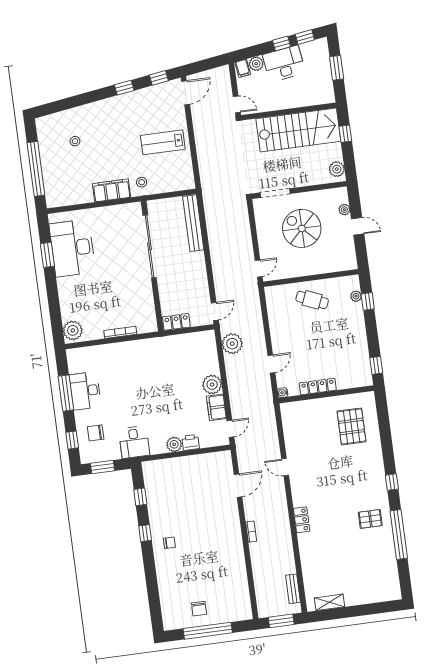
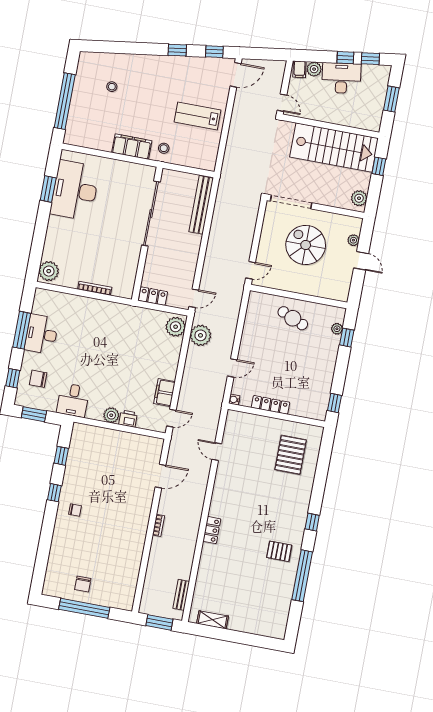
doorway: (275, 193) -> (291, 202), width x1.36
plant: (212, 385) -> (176, 327), moved
door: (285, 467) -> (217, 452), moved

